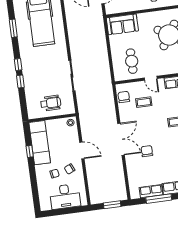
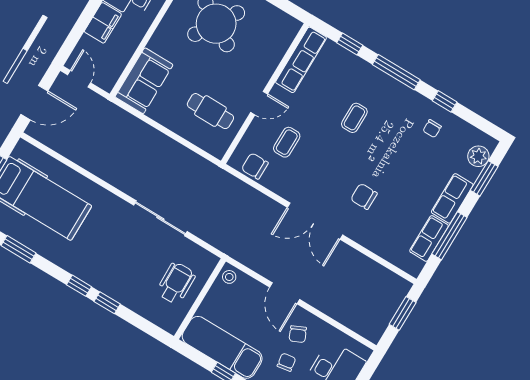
double door: (121, 139) -> (315, 221), swing flipped
door: (82, 150) -> (285, 293), swing flipped

